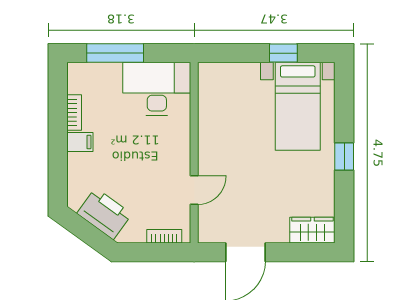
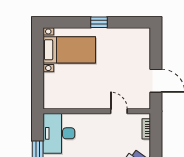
window: (283, 53) -> (38, 58), removed
wardrobe: (312, 230) -> (143, 41), removed

